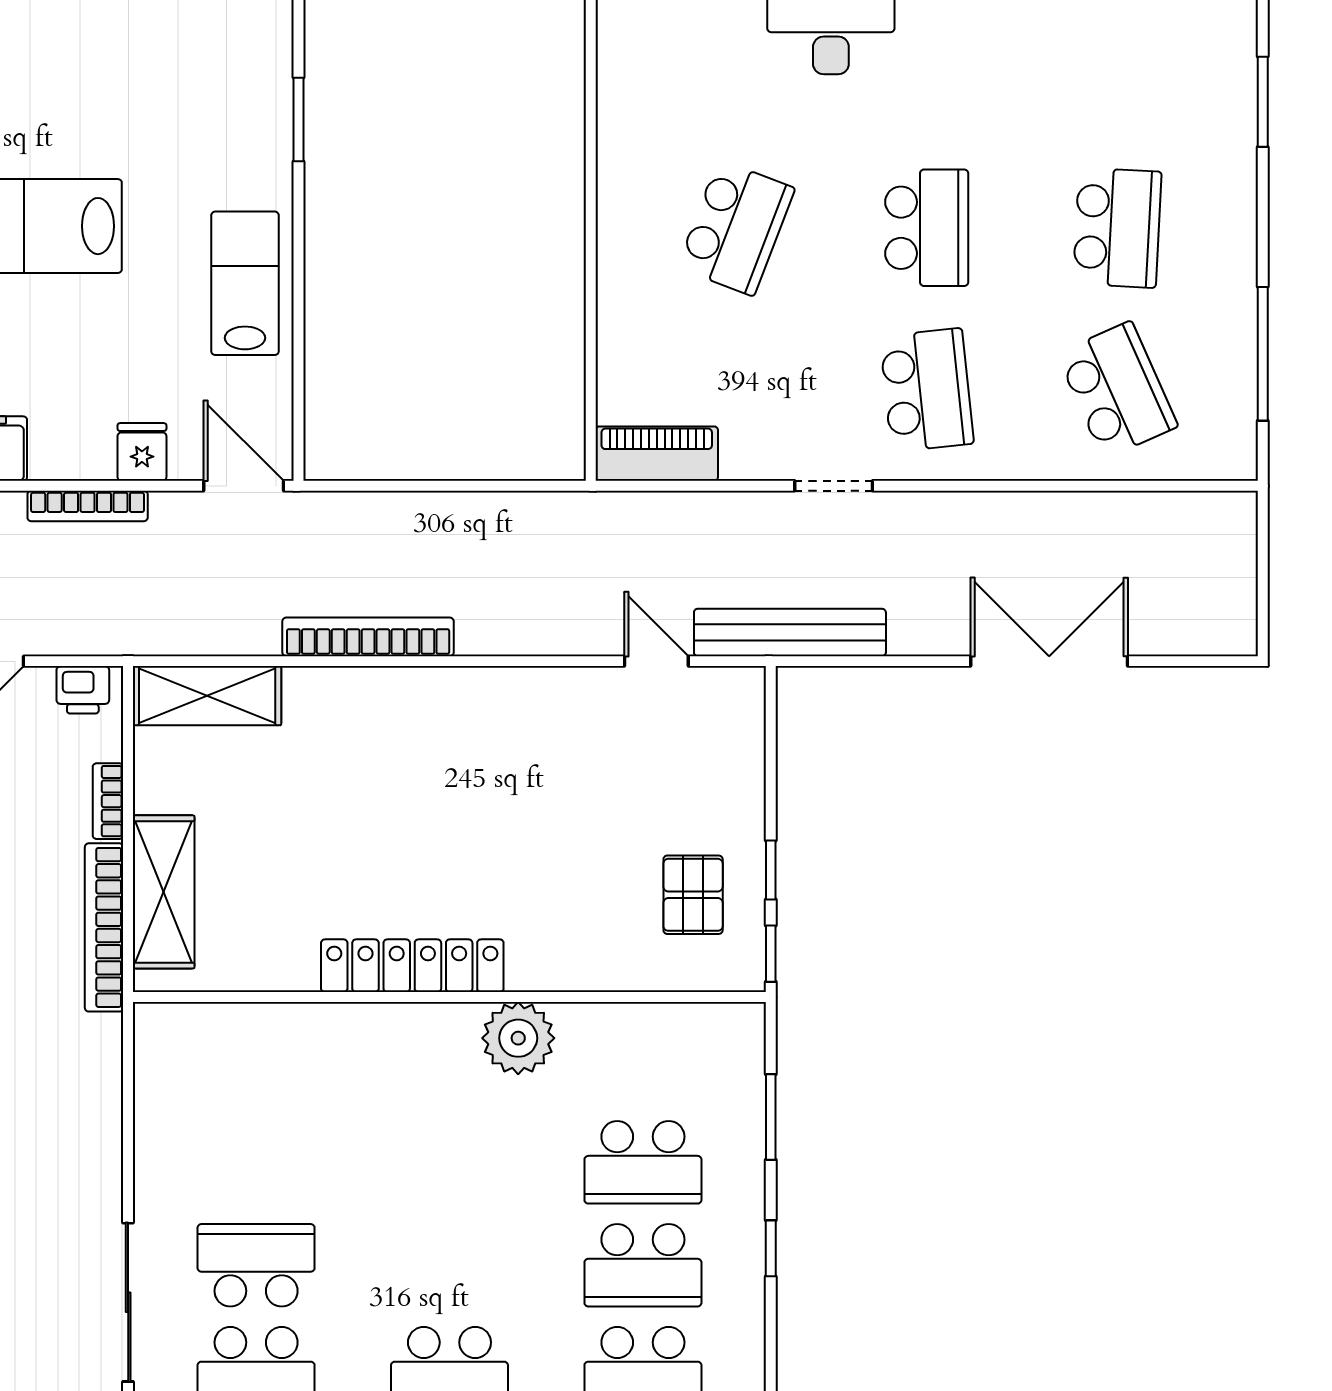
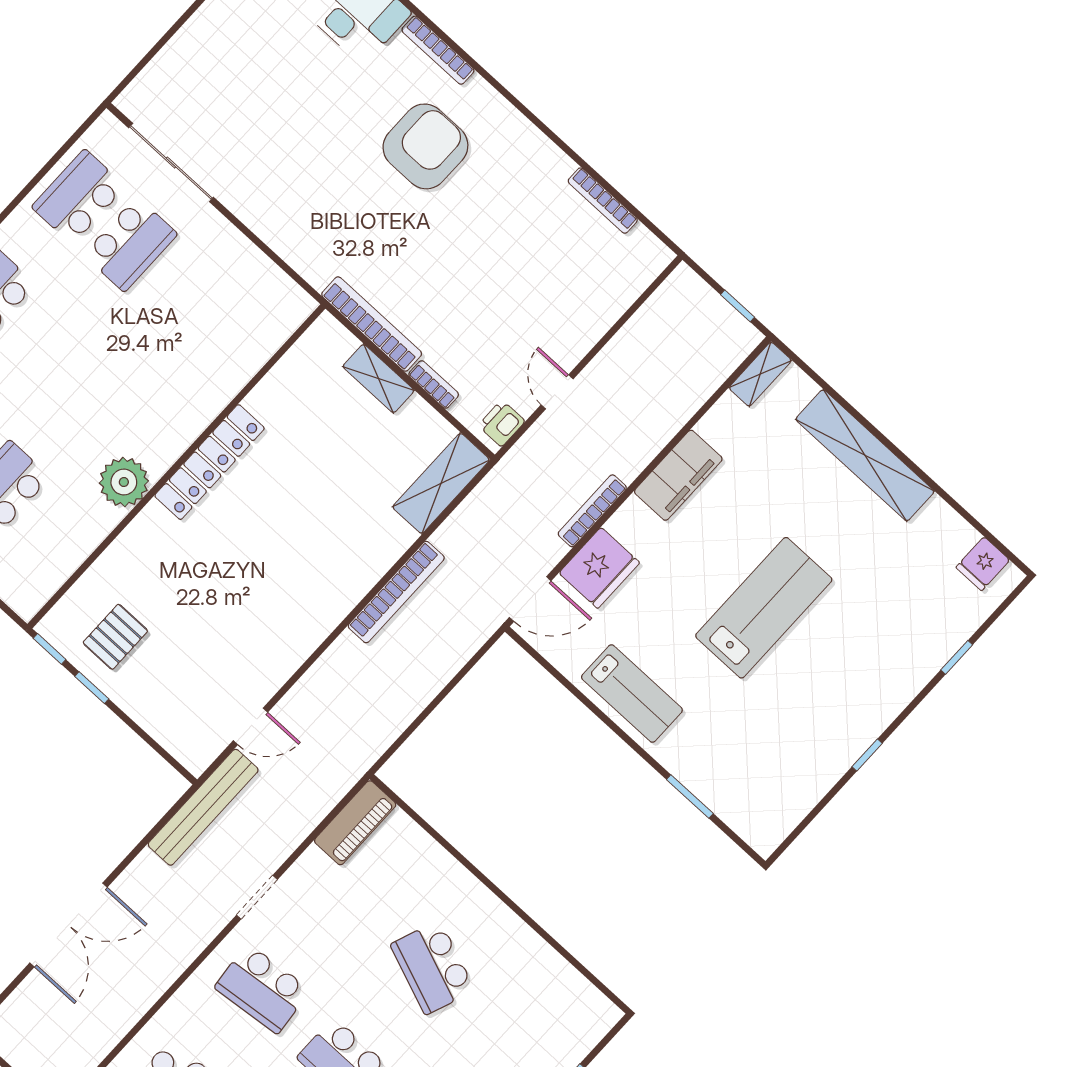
fridge: (142, 452) -> (599, 568), width x1.88, depth x1.34
shelving: (164, 892) -> (378, 379), width x0.67, depth x0.75
pallet: (693, 895) -> (115, 637), turned 90

